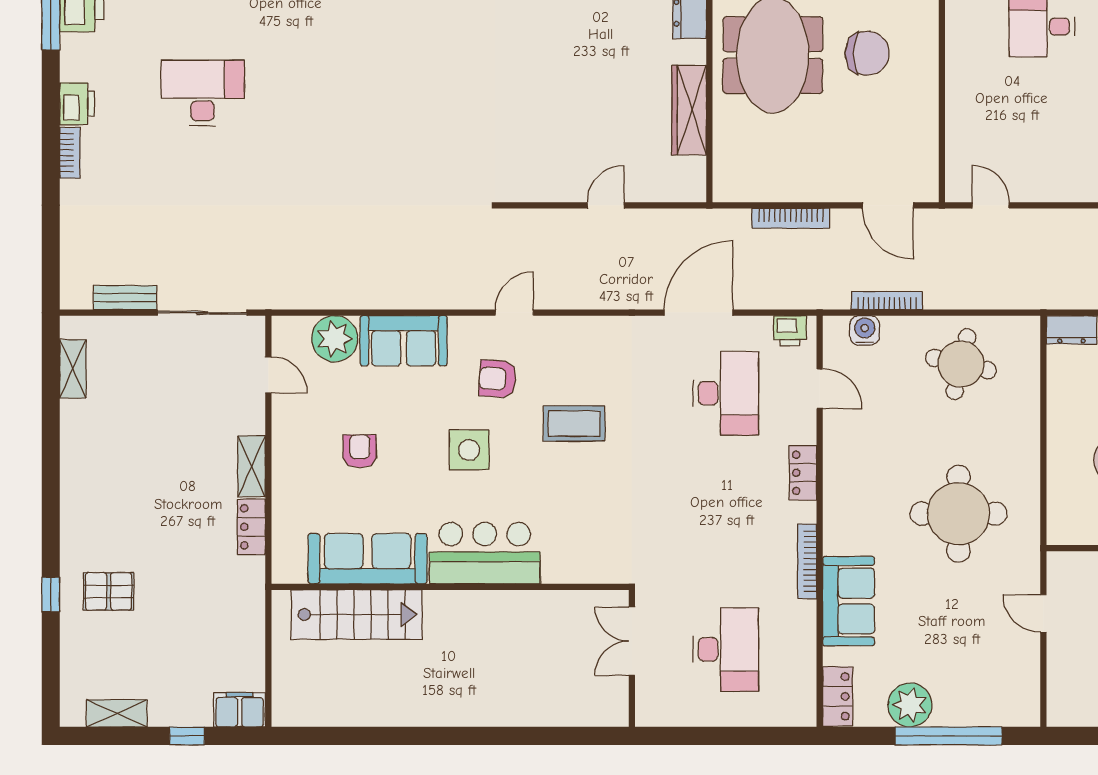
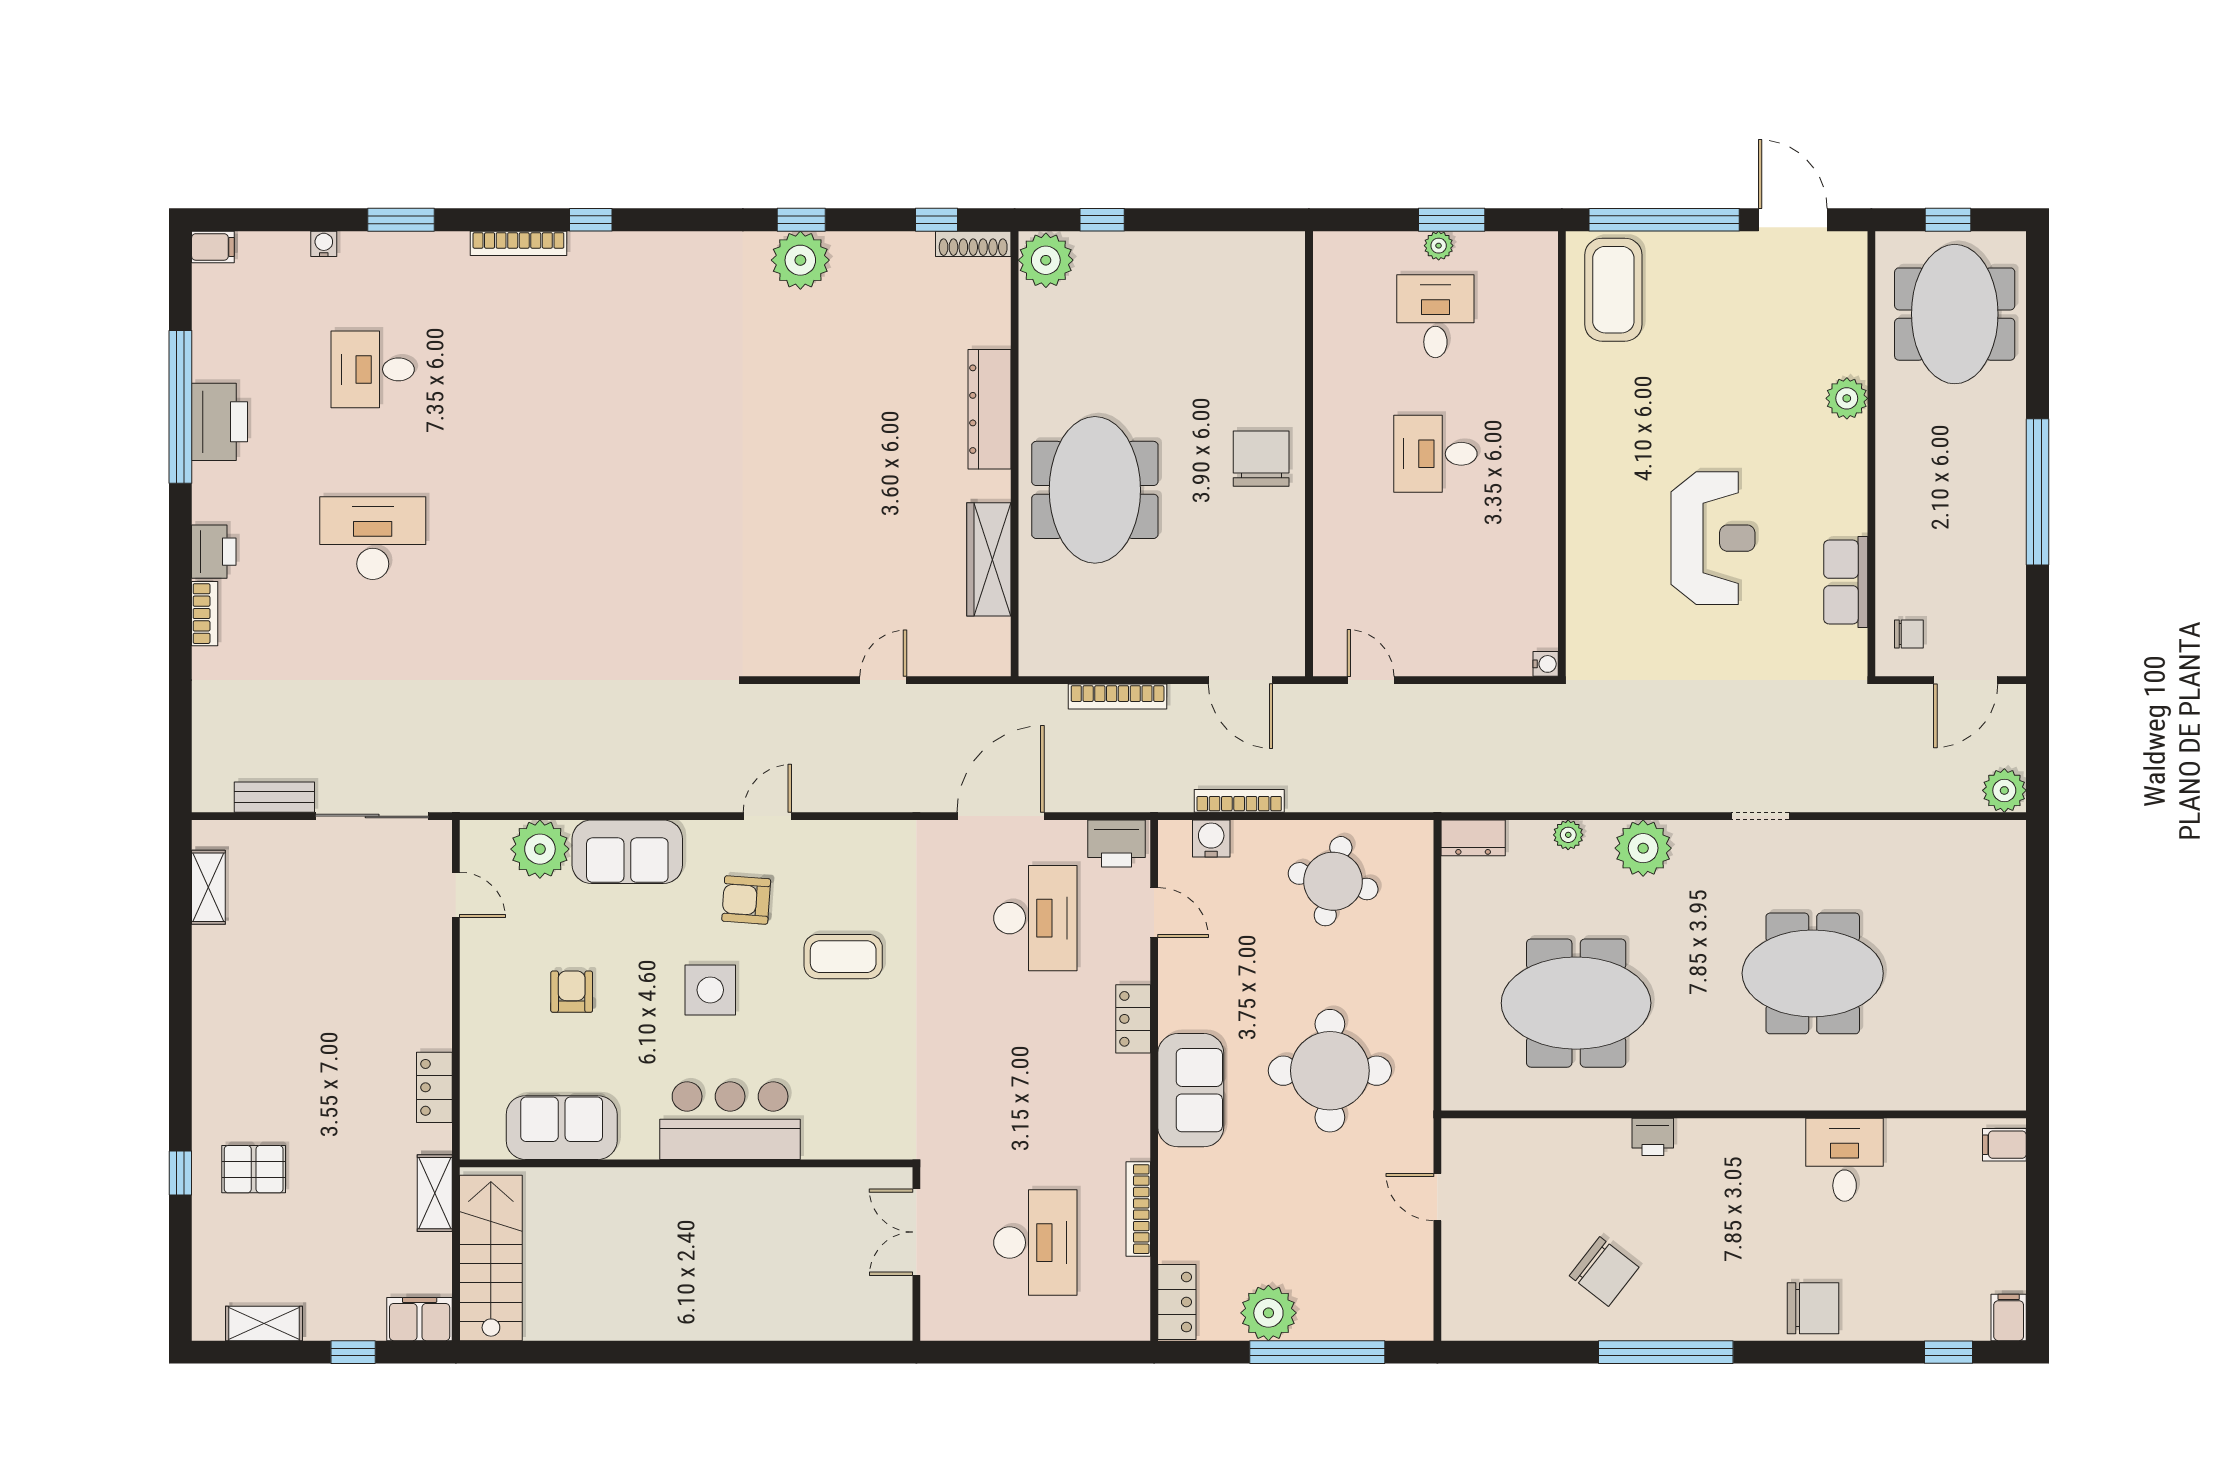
chair: (867, 53) -> (1261, 459), moved, turned -90
printer: (790, 331) -> (1117, 844), width x1.36, depth x1.24
shelving: (252, 466) -> (435, 1193), moved
sofa: (368, 559) -> (562, 1128), width x0.73
bookcase: (807, 561) -> (1138, 1209), moved
sofa: (849, 601) -> (1191, 1090), moved
stairs: (357, 615) -> (491, 1258), moved, turned -90

